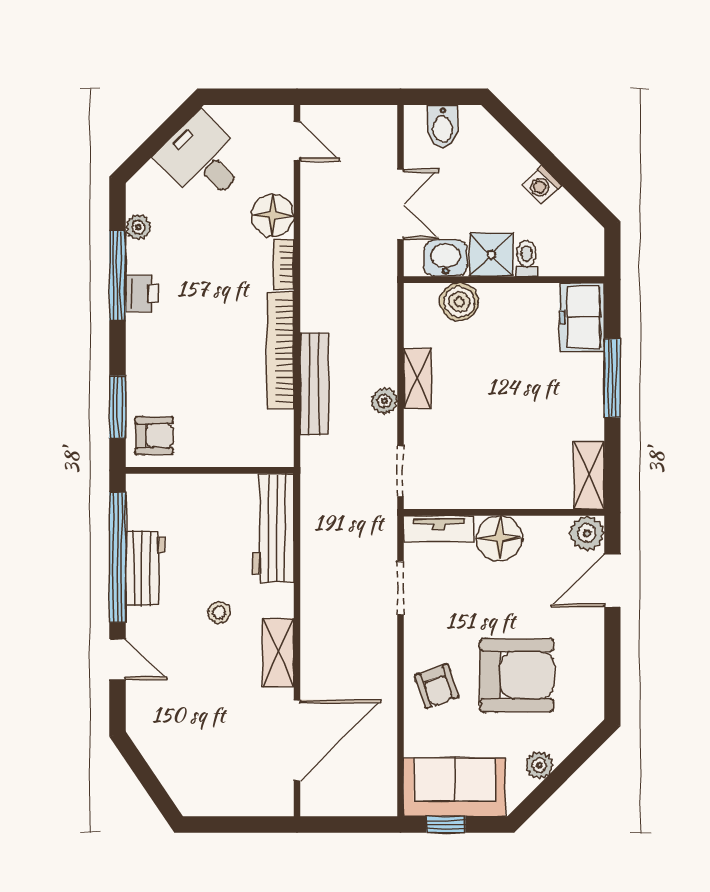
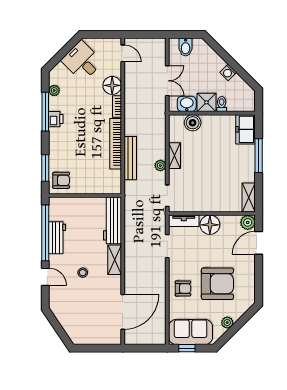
stool: (219, 612) -> (83, 273), moved
shelving: (278, 652) -> (115, 260), moved
armchair: (437, 686) -> (183, 288), turned -71

